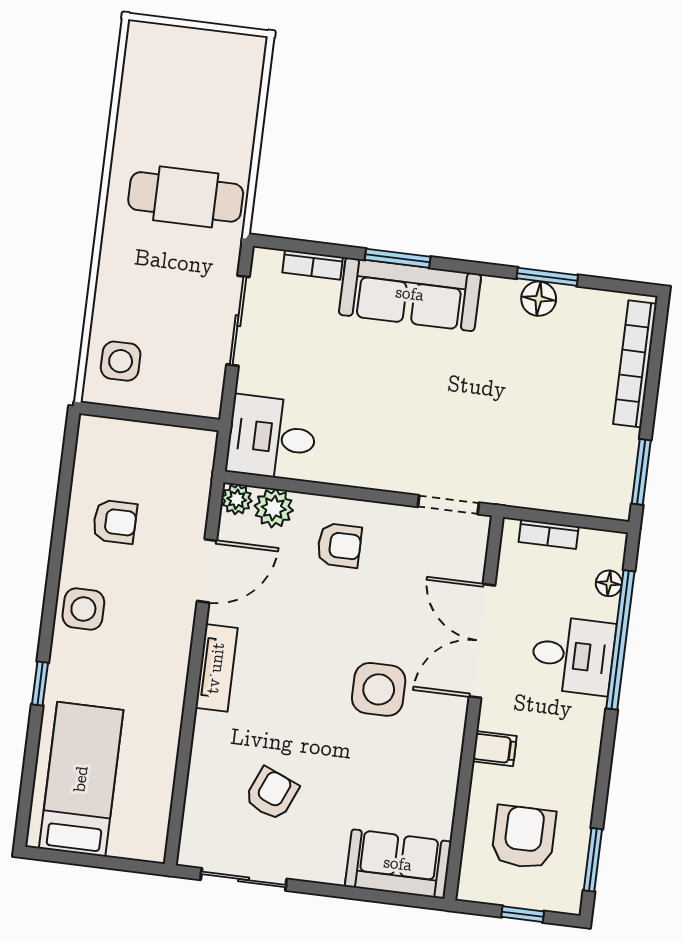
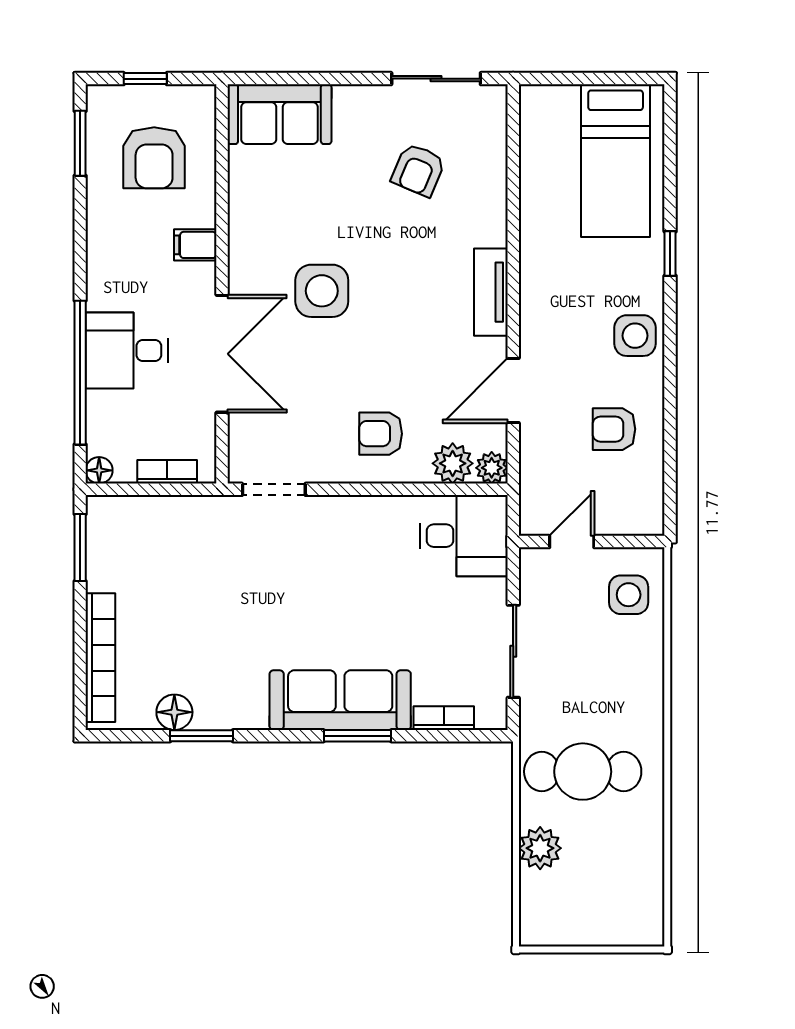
plant: (236, 128) -> (540, 848), added
floor lamp: (539, 299) -> (174, 712), moved
door: (169, 419) -> (572, 542), added
floor lamp: (609, 583) -> (99, 470), moved

